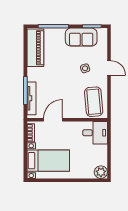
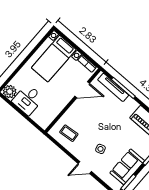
coffee table: (94, 102) -> (69, 133), width x0.54, depth x0.58
door: (53, 120) -> (82, 90), hinge flipped
desk: (95, 133) -> (28, 100), moved

